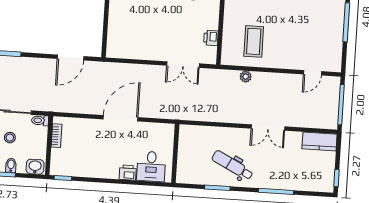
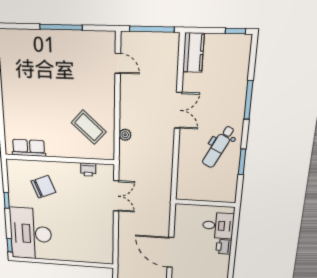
coffee table: (254, 41) -> (89, 127), turned 42

